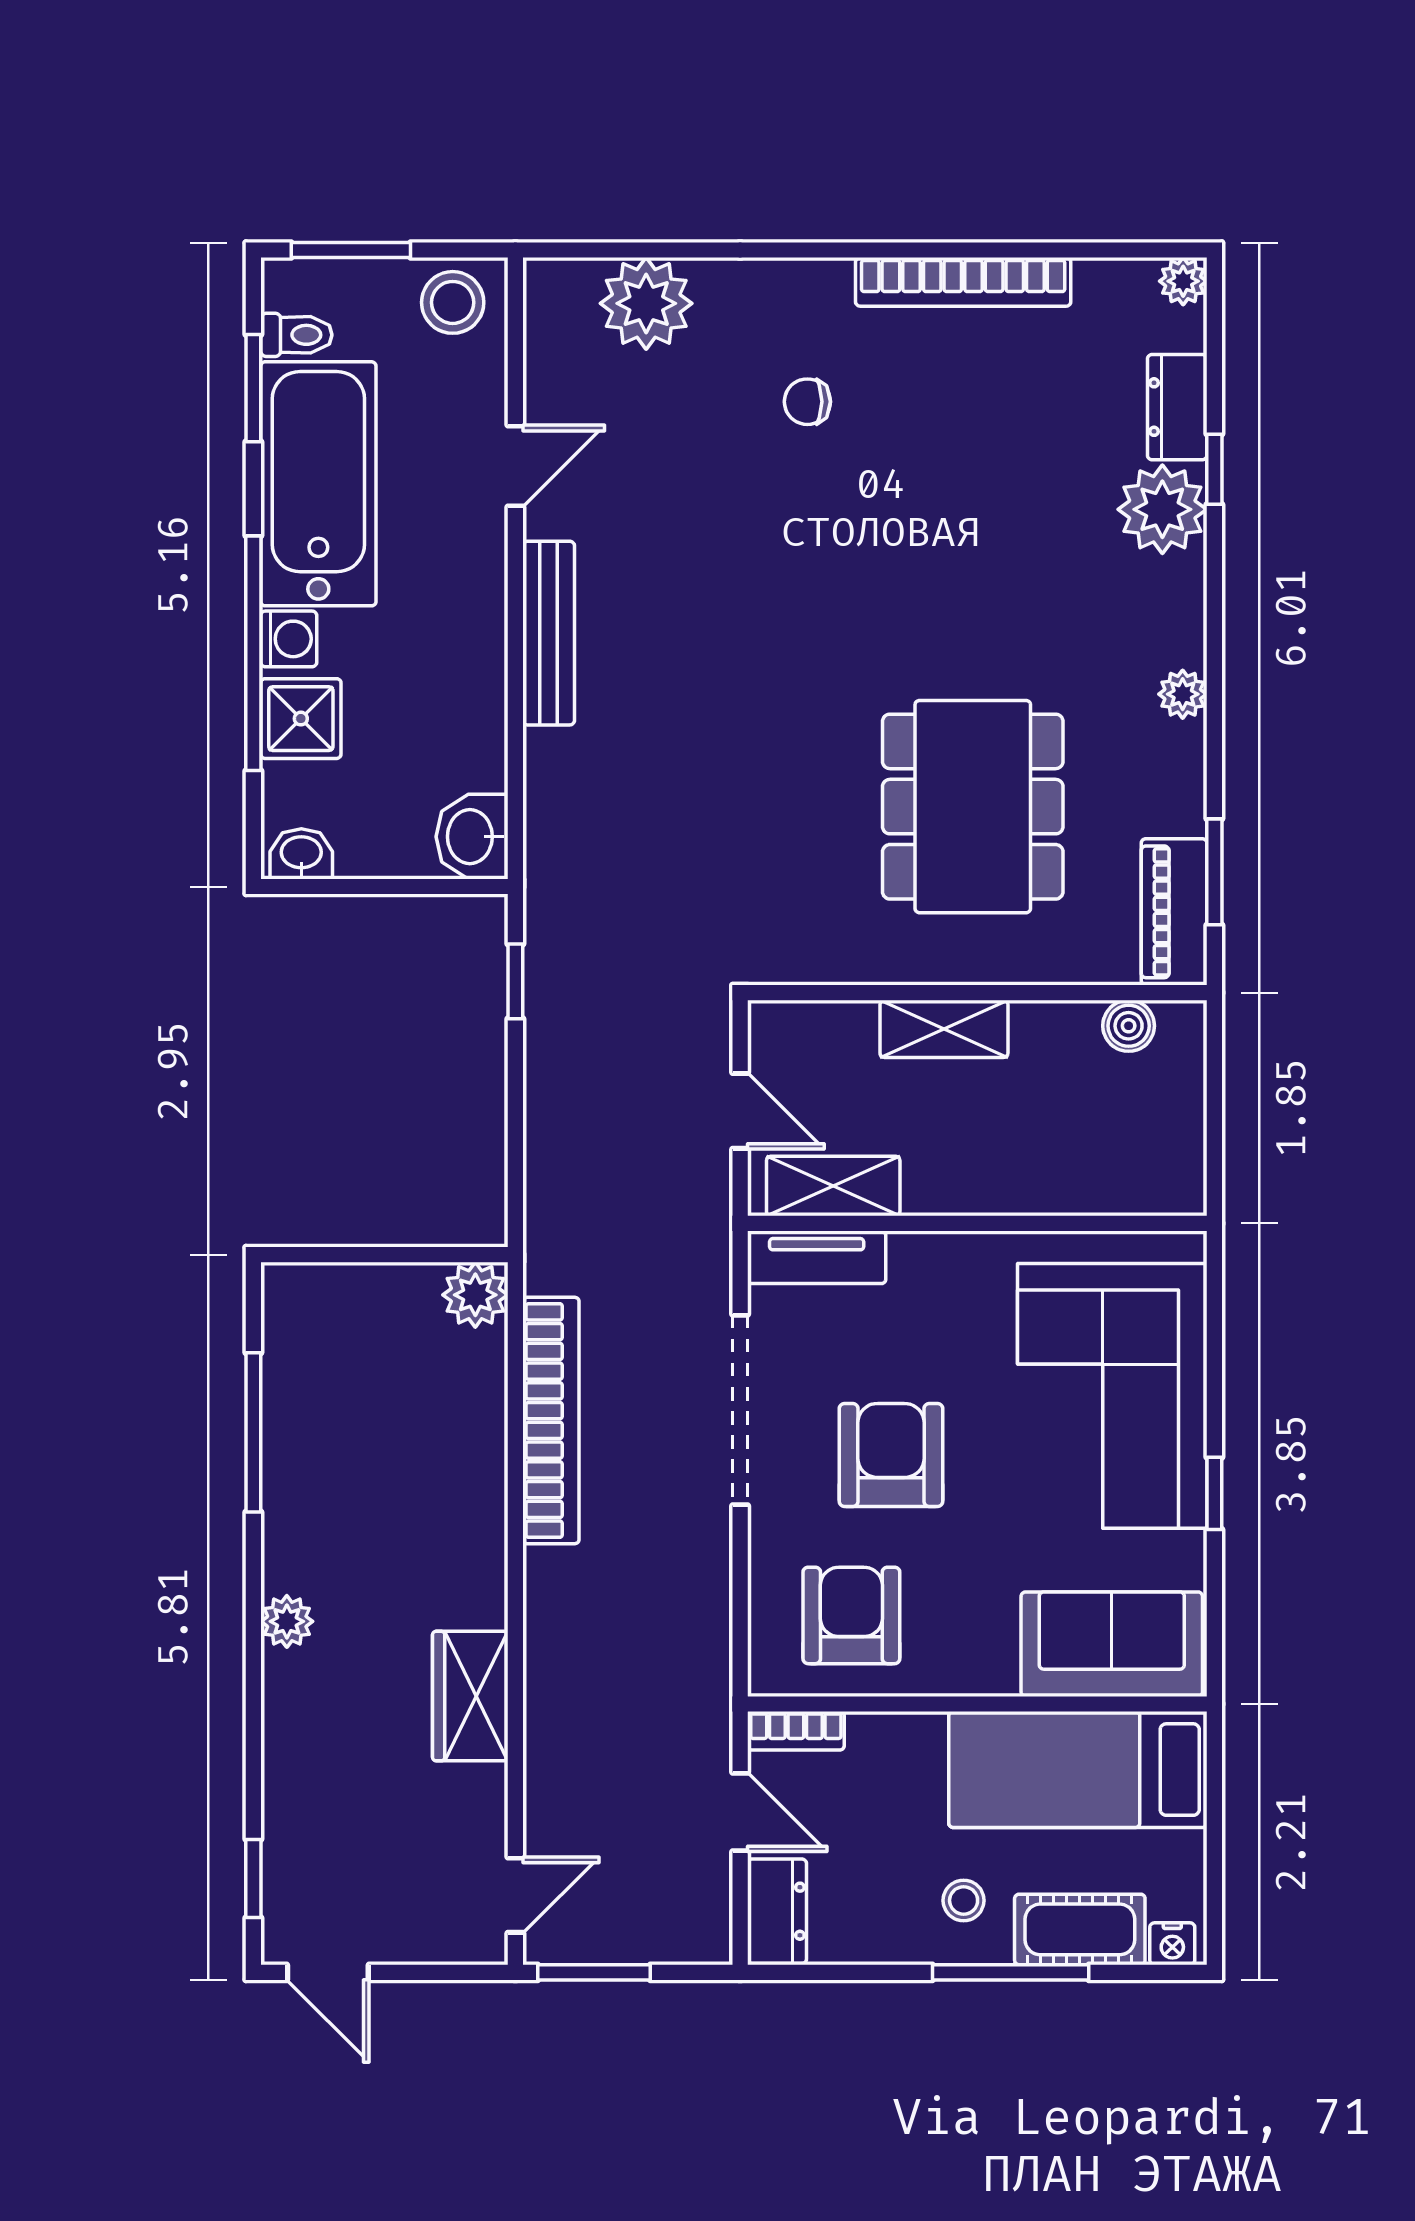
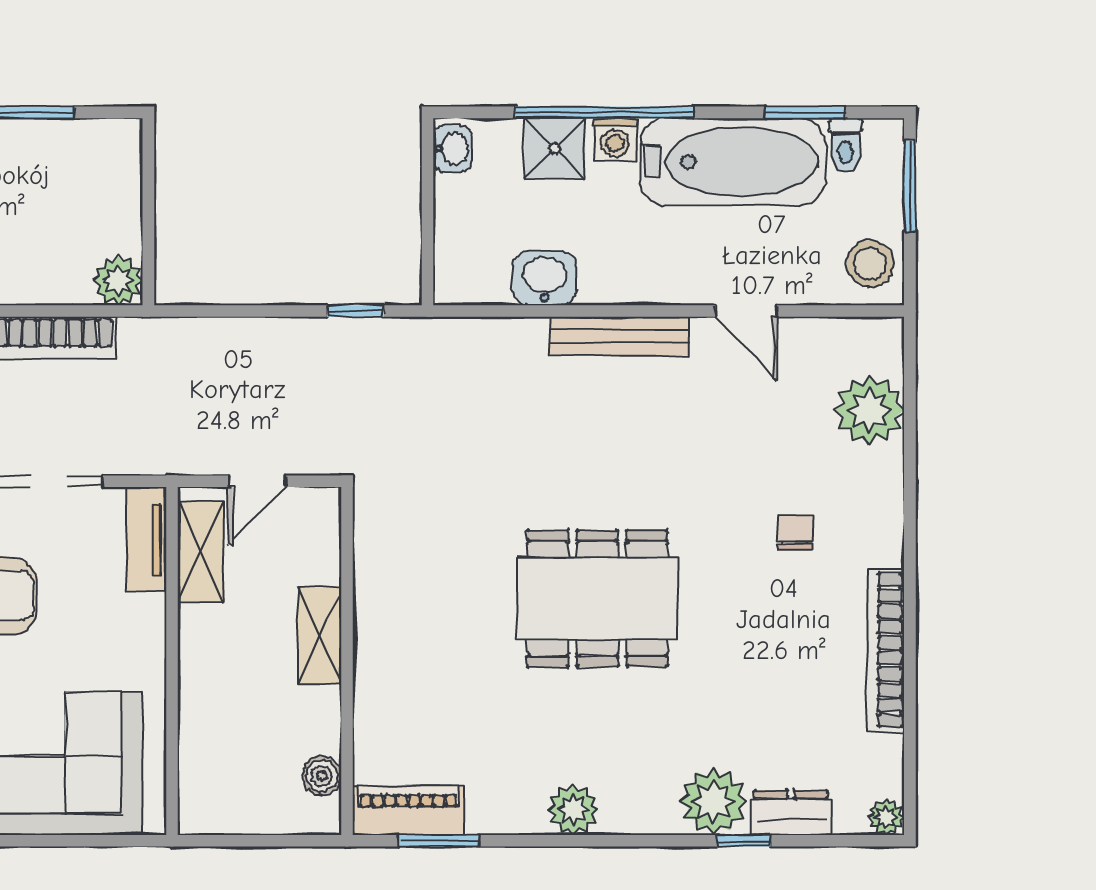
plant: (1183, 694) -> (573, 810), width x1.38, depth x1.38
dining table: (973, 807) -> (597, 598), moved
washbasin: (472, 837) -> (544, 278), moved

